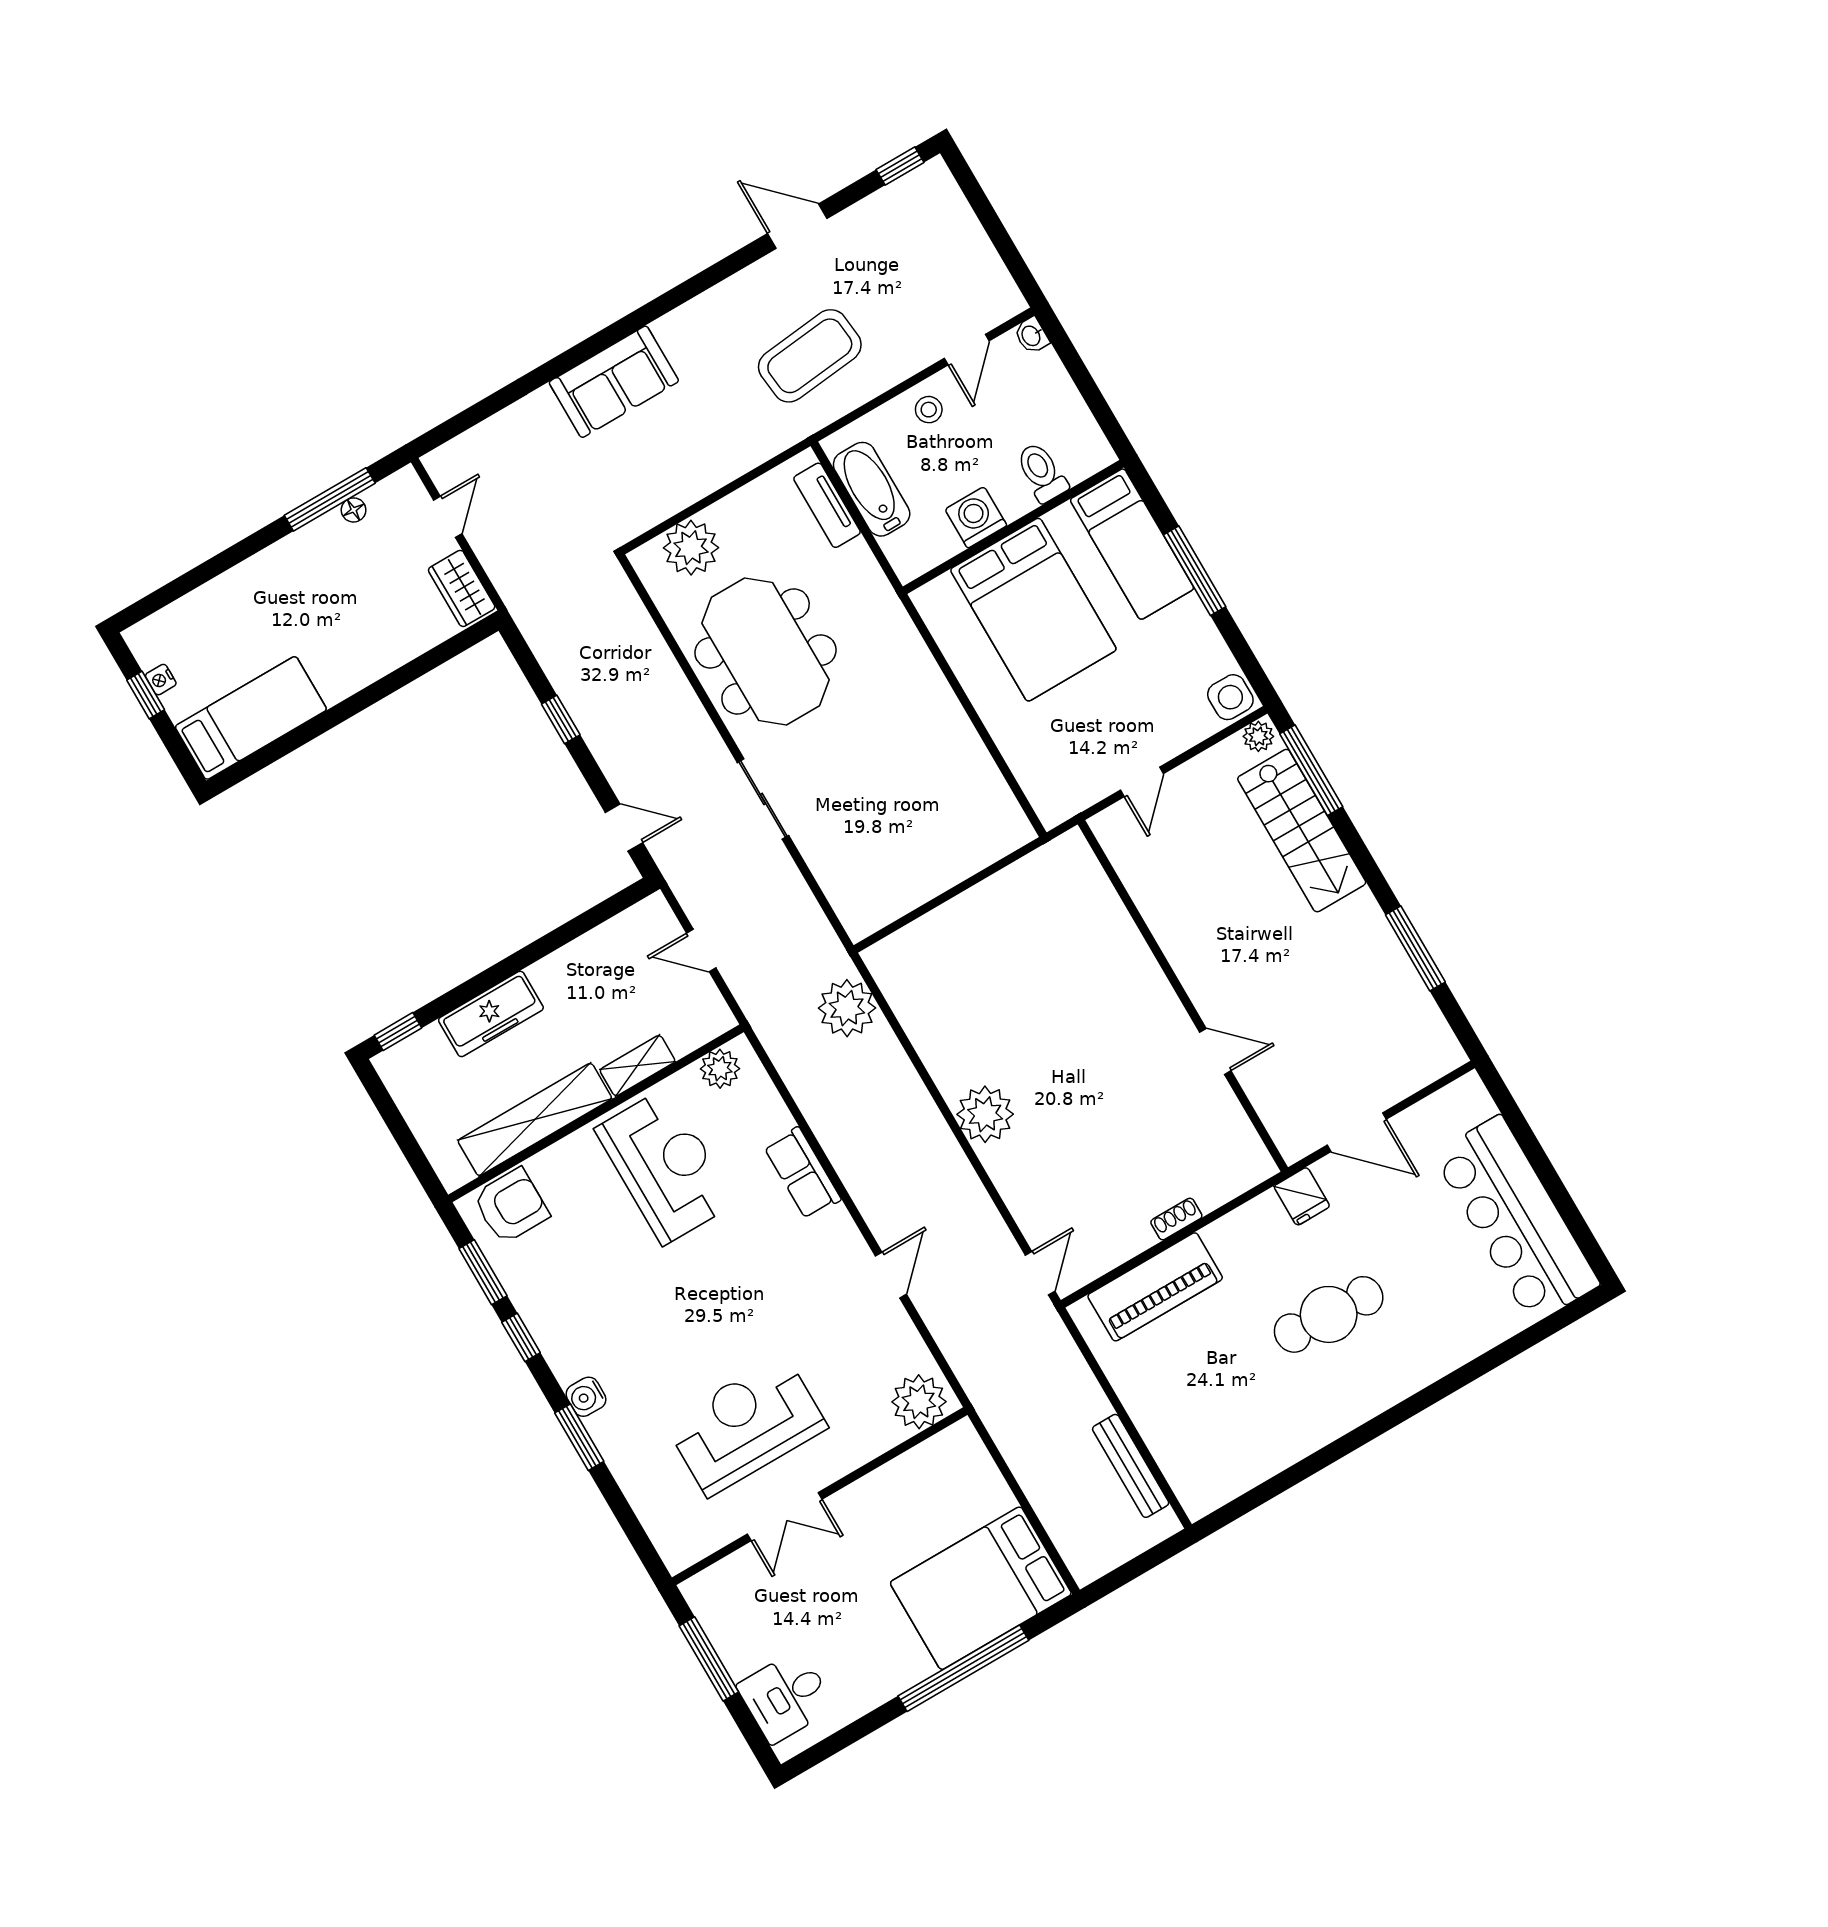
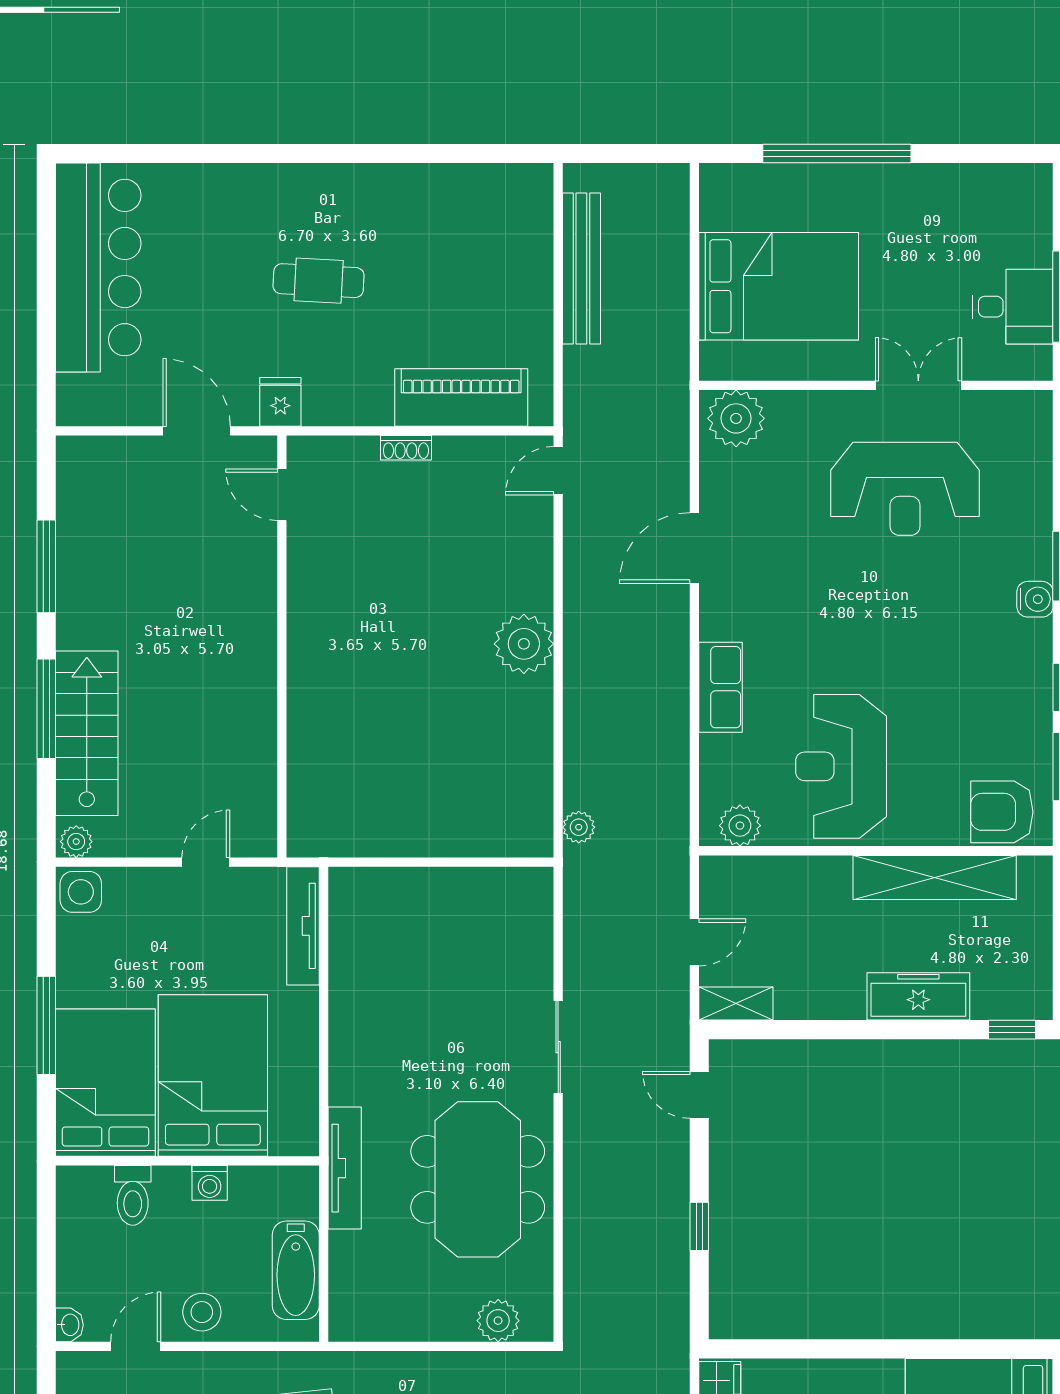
stool: (929, 410) -> (202, 1312), width x1.37, depth x1.37
tv unit: (827, 505) -> (345, 1168), moved, width x1.41
washing machine: (976, 517) -> (210, 1183), width x0.73, depth x0.73
bed: (1132, 544) -> (105, 1083), width x1.50
plant: (691, 548) -> (498, 1321), width x0.73, depth x0.73
window: (1311, 770) -> (46, 709), moved
tv unit: (1031, 776) -> (303, 926), added
door: (701, 951) -> (694, 942), hinge flipped
plant: (847, 1008) -> (579, 827), width x0.53, depth x0.53
door: (1215, 1051) -> (282, 495), moved
shelving: (637, 1066) -> (736, 1004), moved
door: (891, 1275) -> (694, 548), width x1.38
cafe table: (1329, 1314) -> (319, 281), width x0.73, depth x0.74
bench: (1131, 1466) -> (581, 269), width x1.37, depth x1.21
bed: (981, 1588) -> (779, 286), moved
desk: (786, 1697) -> (1013, 307), moved

